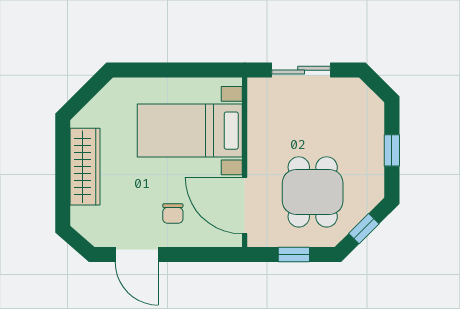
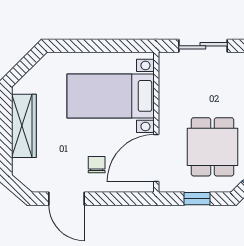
door: (245, 206) -> (156, 158), hinge flipped
chair: (173, 214) -> (97, 165), turned 180

